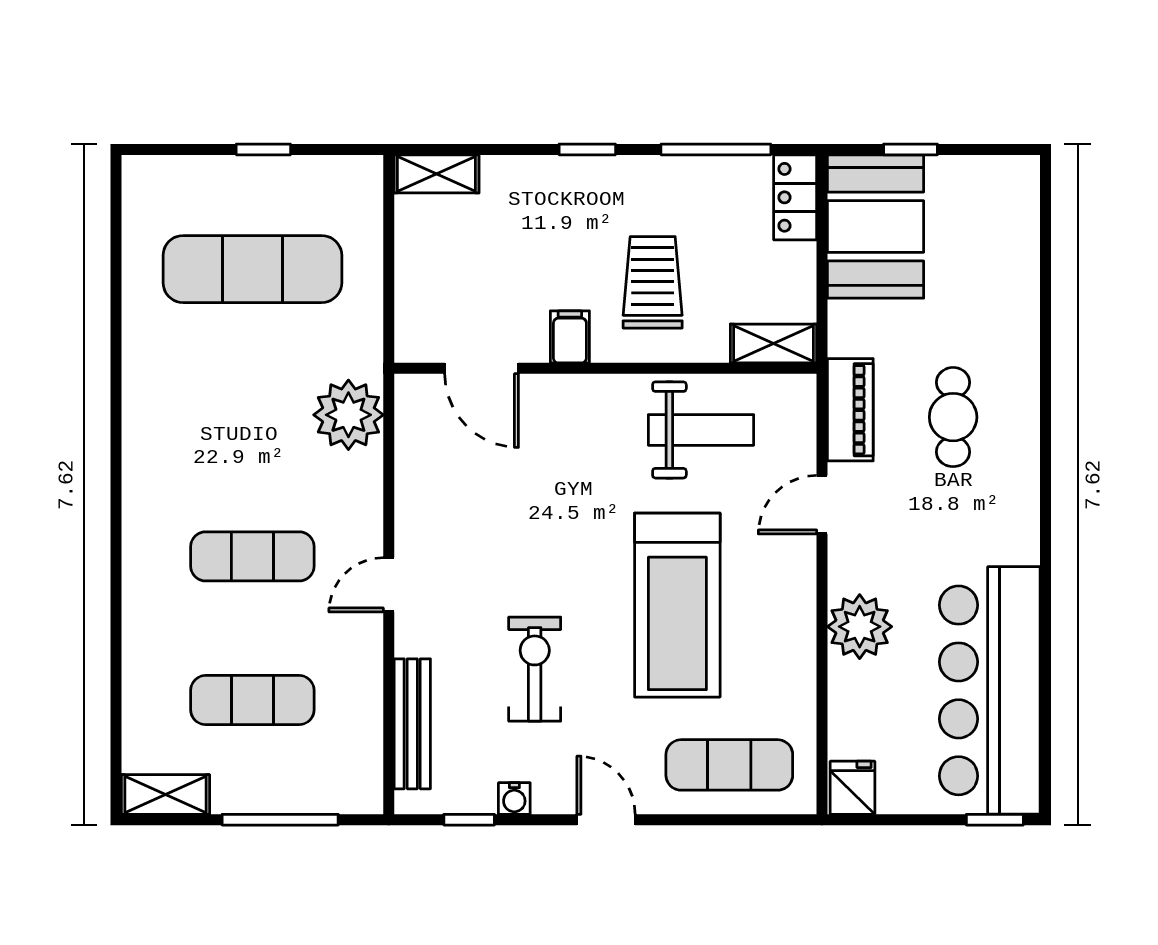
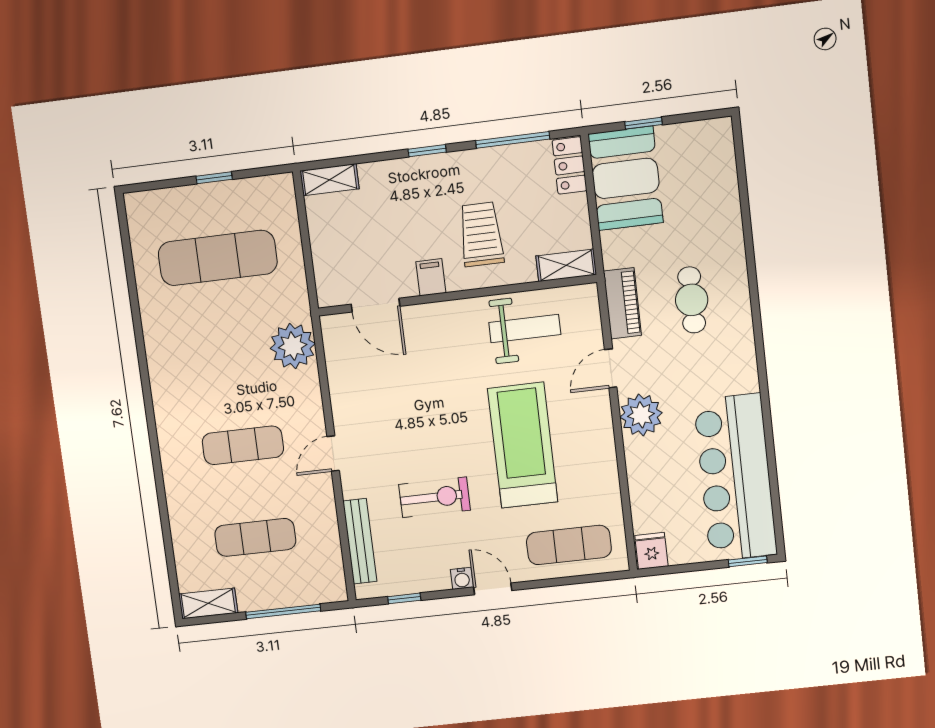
treadmill: (677, 605) -> (523, 445), turned 180
plant: (860, 627) -> (641, 415), moved
exercise bike: (535, 669) -> (435, 497), turned 90
water cooler: (514, 798) -> (462, 578), moved

